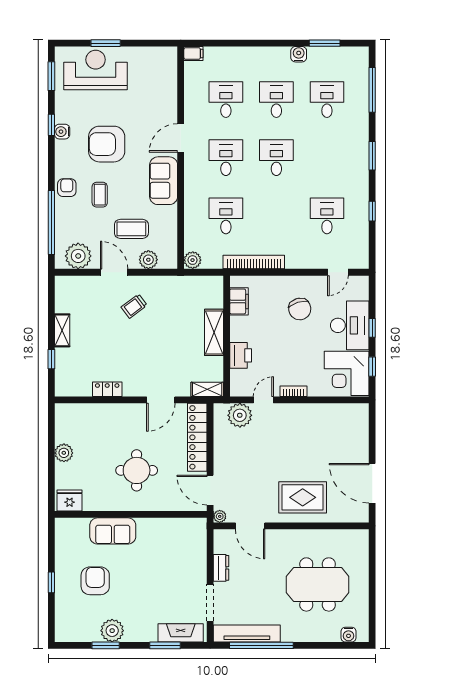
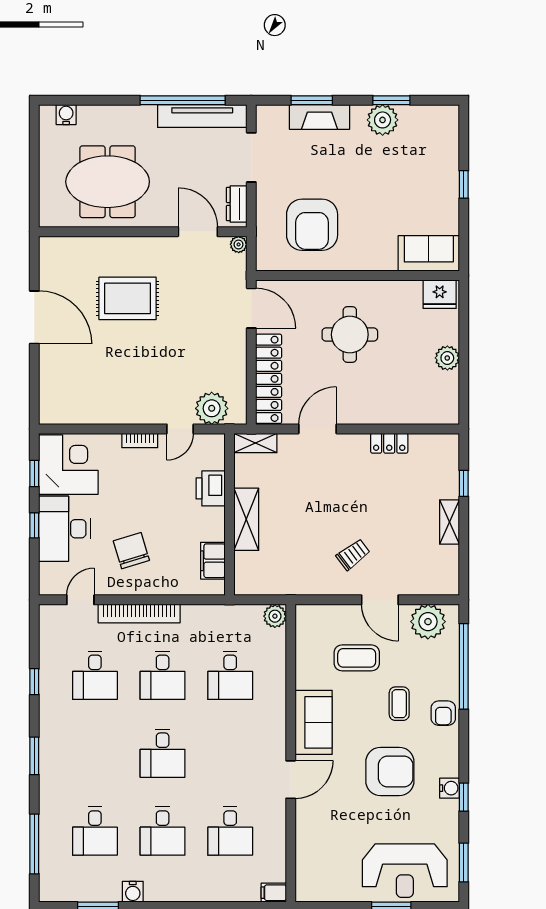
desk: (226, 158) -> (163, 675), moved
plant: (148, 260) -> (334, 617), removed
bookcase: (254, 262) -> (139, 614), moved
plant: (220, 516) -> (239, 244), moved
door: (250, 526) -> (198, 232), moved
wall: (291, 526) -> (143, 232), moved
sofa: (113, 531) -> (429, 253), moved
armchair: (95, 581) -> (312, 225), moved, width x1.36, depth x1.36
fireplace: (181, 633) -> (319, 117), moved

